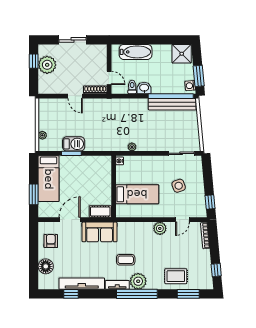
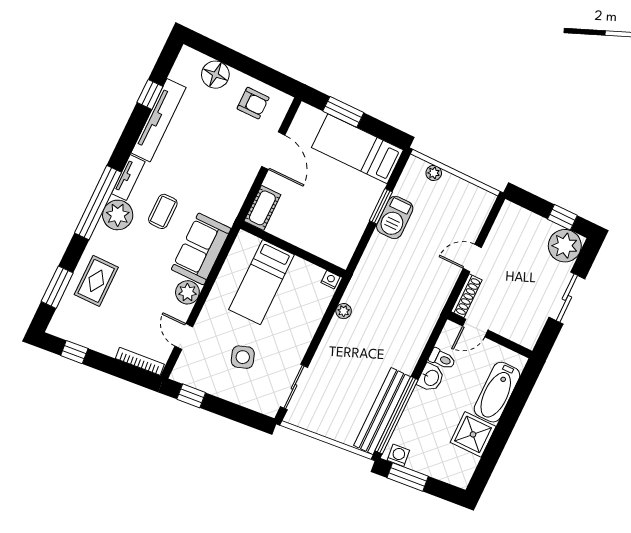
shower: (182, 54) -> (473, 434), moved
plant: (47, 65) -> (565, 246), moved
sofa: (100, 232) -> (201, 249), moved

